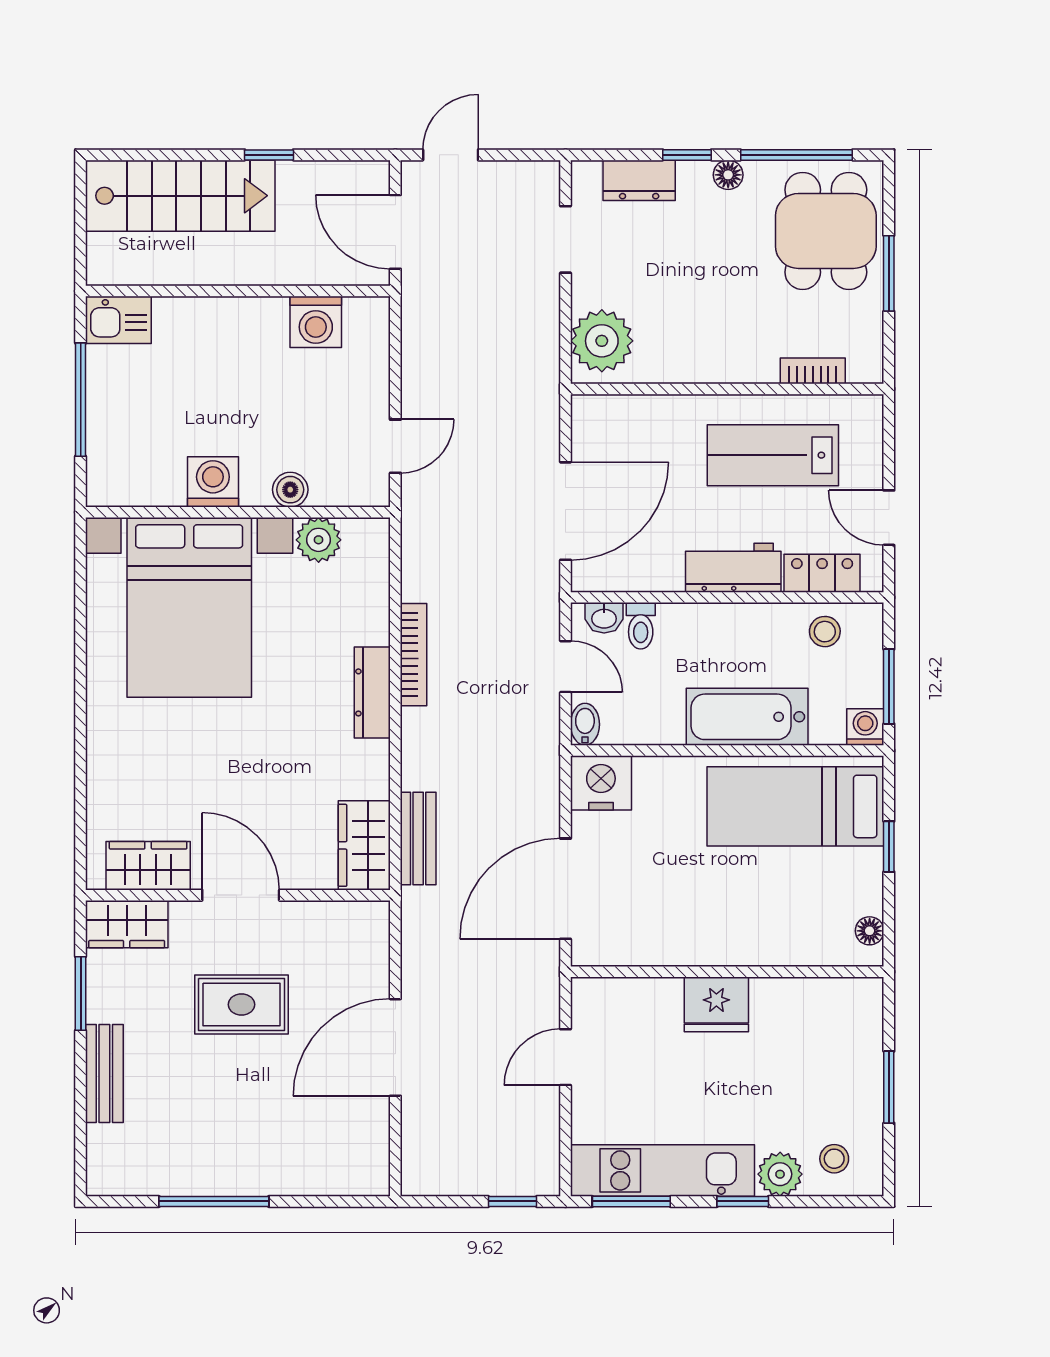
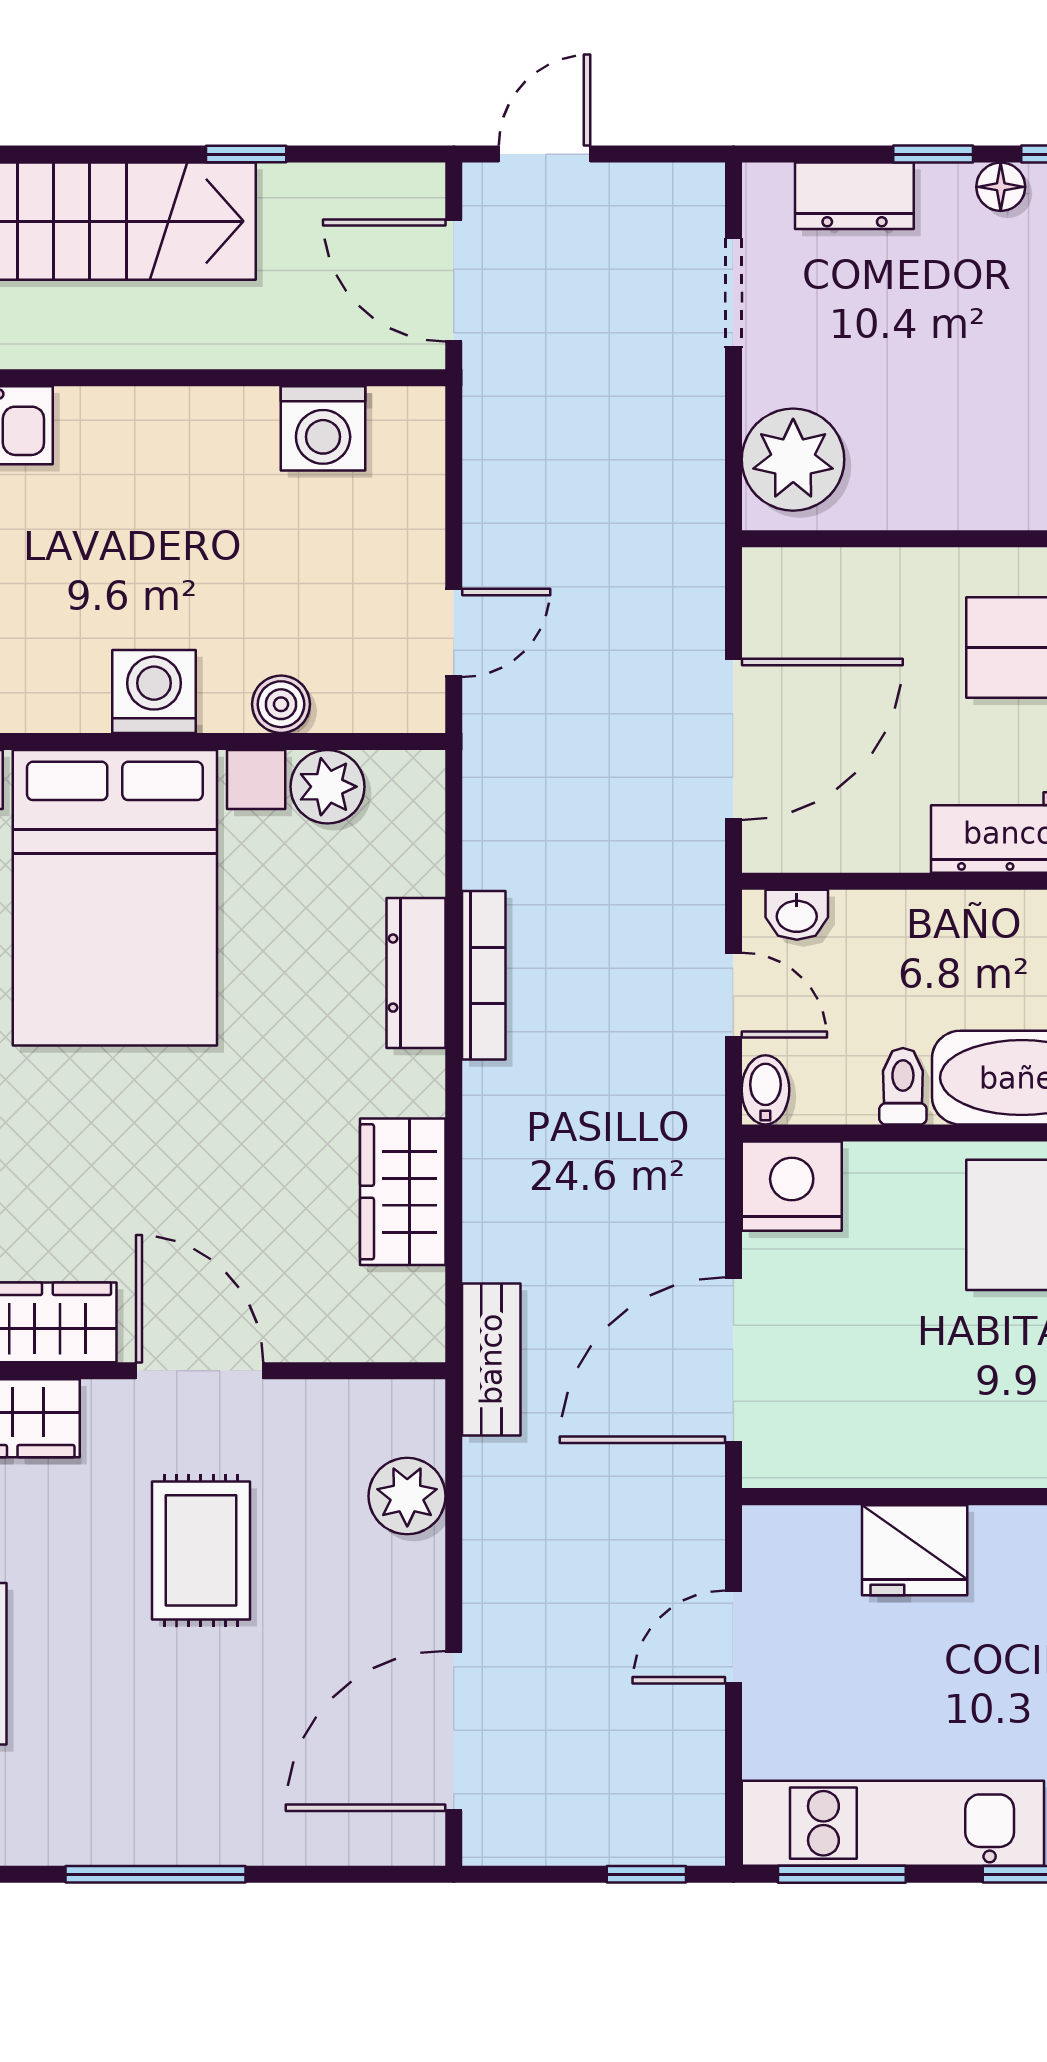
toilet: (641, 626) -> (903, 1086), moved, turned 180
dresser: (372, 692) -> (416, 973), moved
bench: (418, 838) -> (491, 1359), moved
wardrobe: (364, 845) -> (403, 1192), moved
plant: (367, 971) -> (407, 1496), added
fridge: (716, 1004) -> (915, 1550), moved
rug: (242, 1005) -> (201, 1550), turned 90
door: (395, 1047) -> (454, 1731), moved

